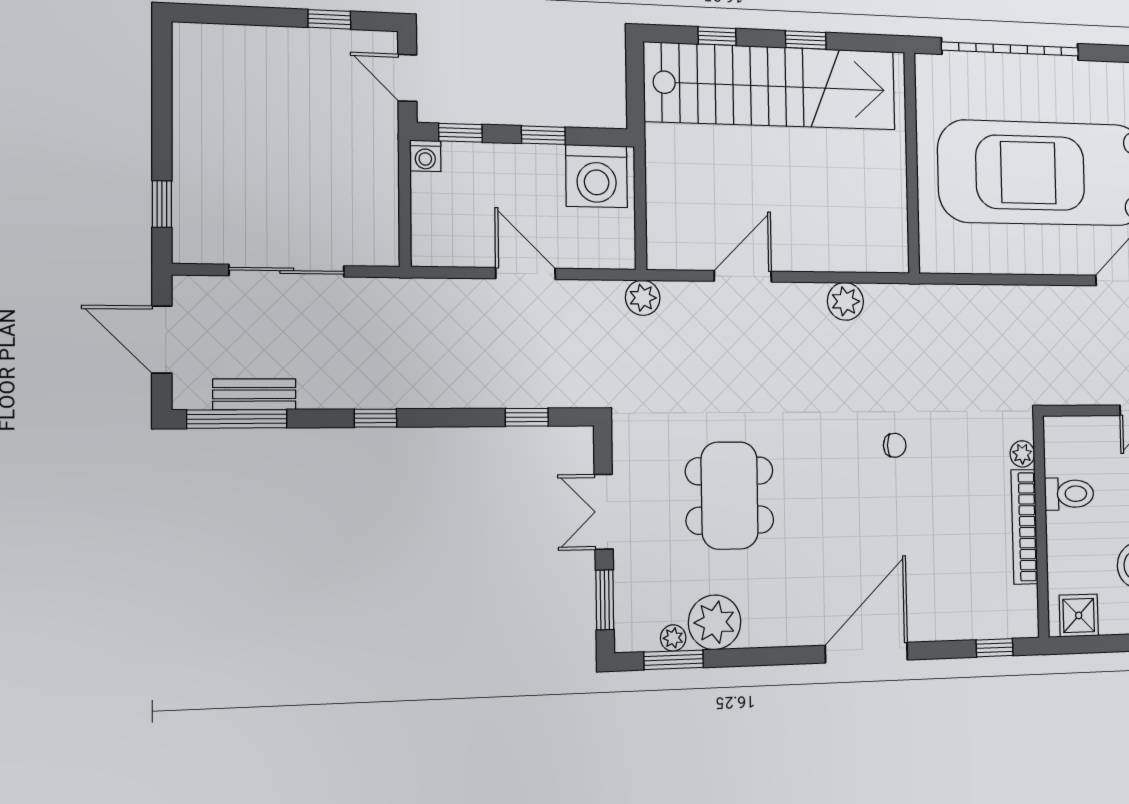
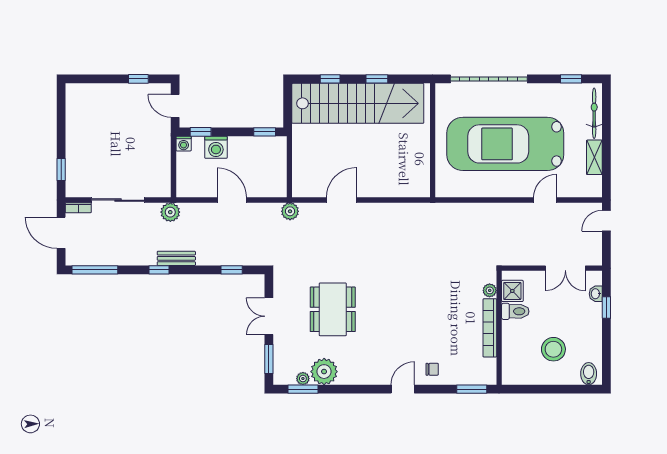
window: (543, 135) -> (265, 132), moved
washing machine: (597, 176) -> (216, 147), moved, width x0.73, depth x0.73
bookcase: (200, 286) -> (78, 208), added
plant: (845, 301) -> (170, 212), moved
bench: (254, 394) -> (176, 258), moved
chair: (895, 445) -> (432, 369), moved
shower: (1079, 615) -> (512, 291), moved
window: (995, 648) -> (472, 389), width x1.50
door: (866, 653) -> (403, 389), width x0.53

